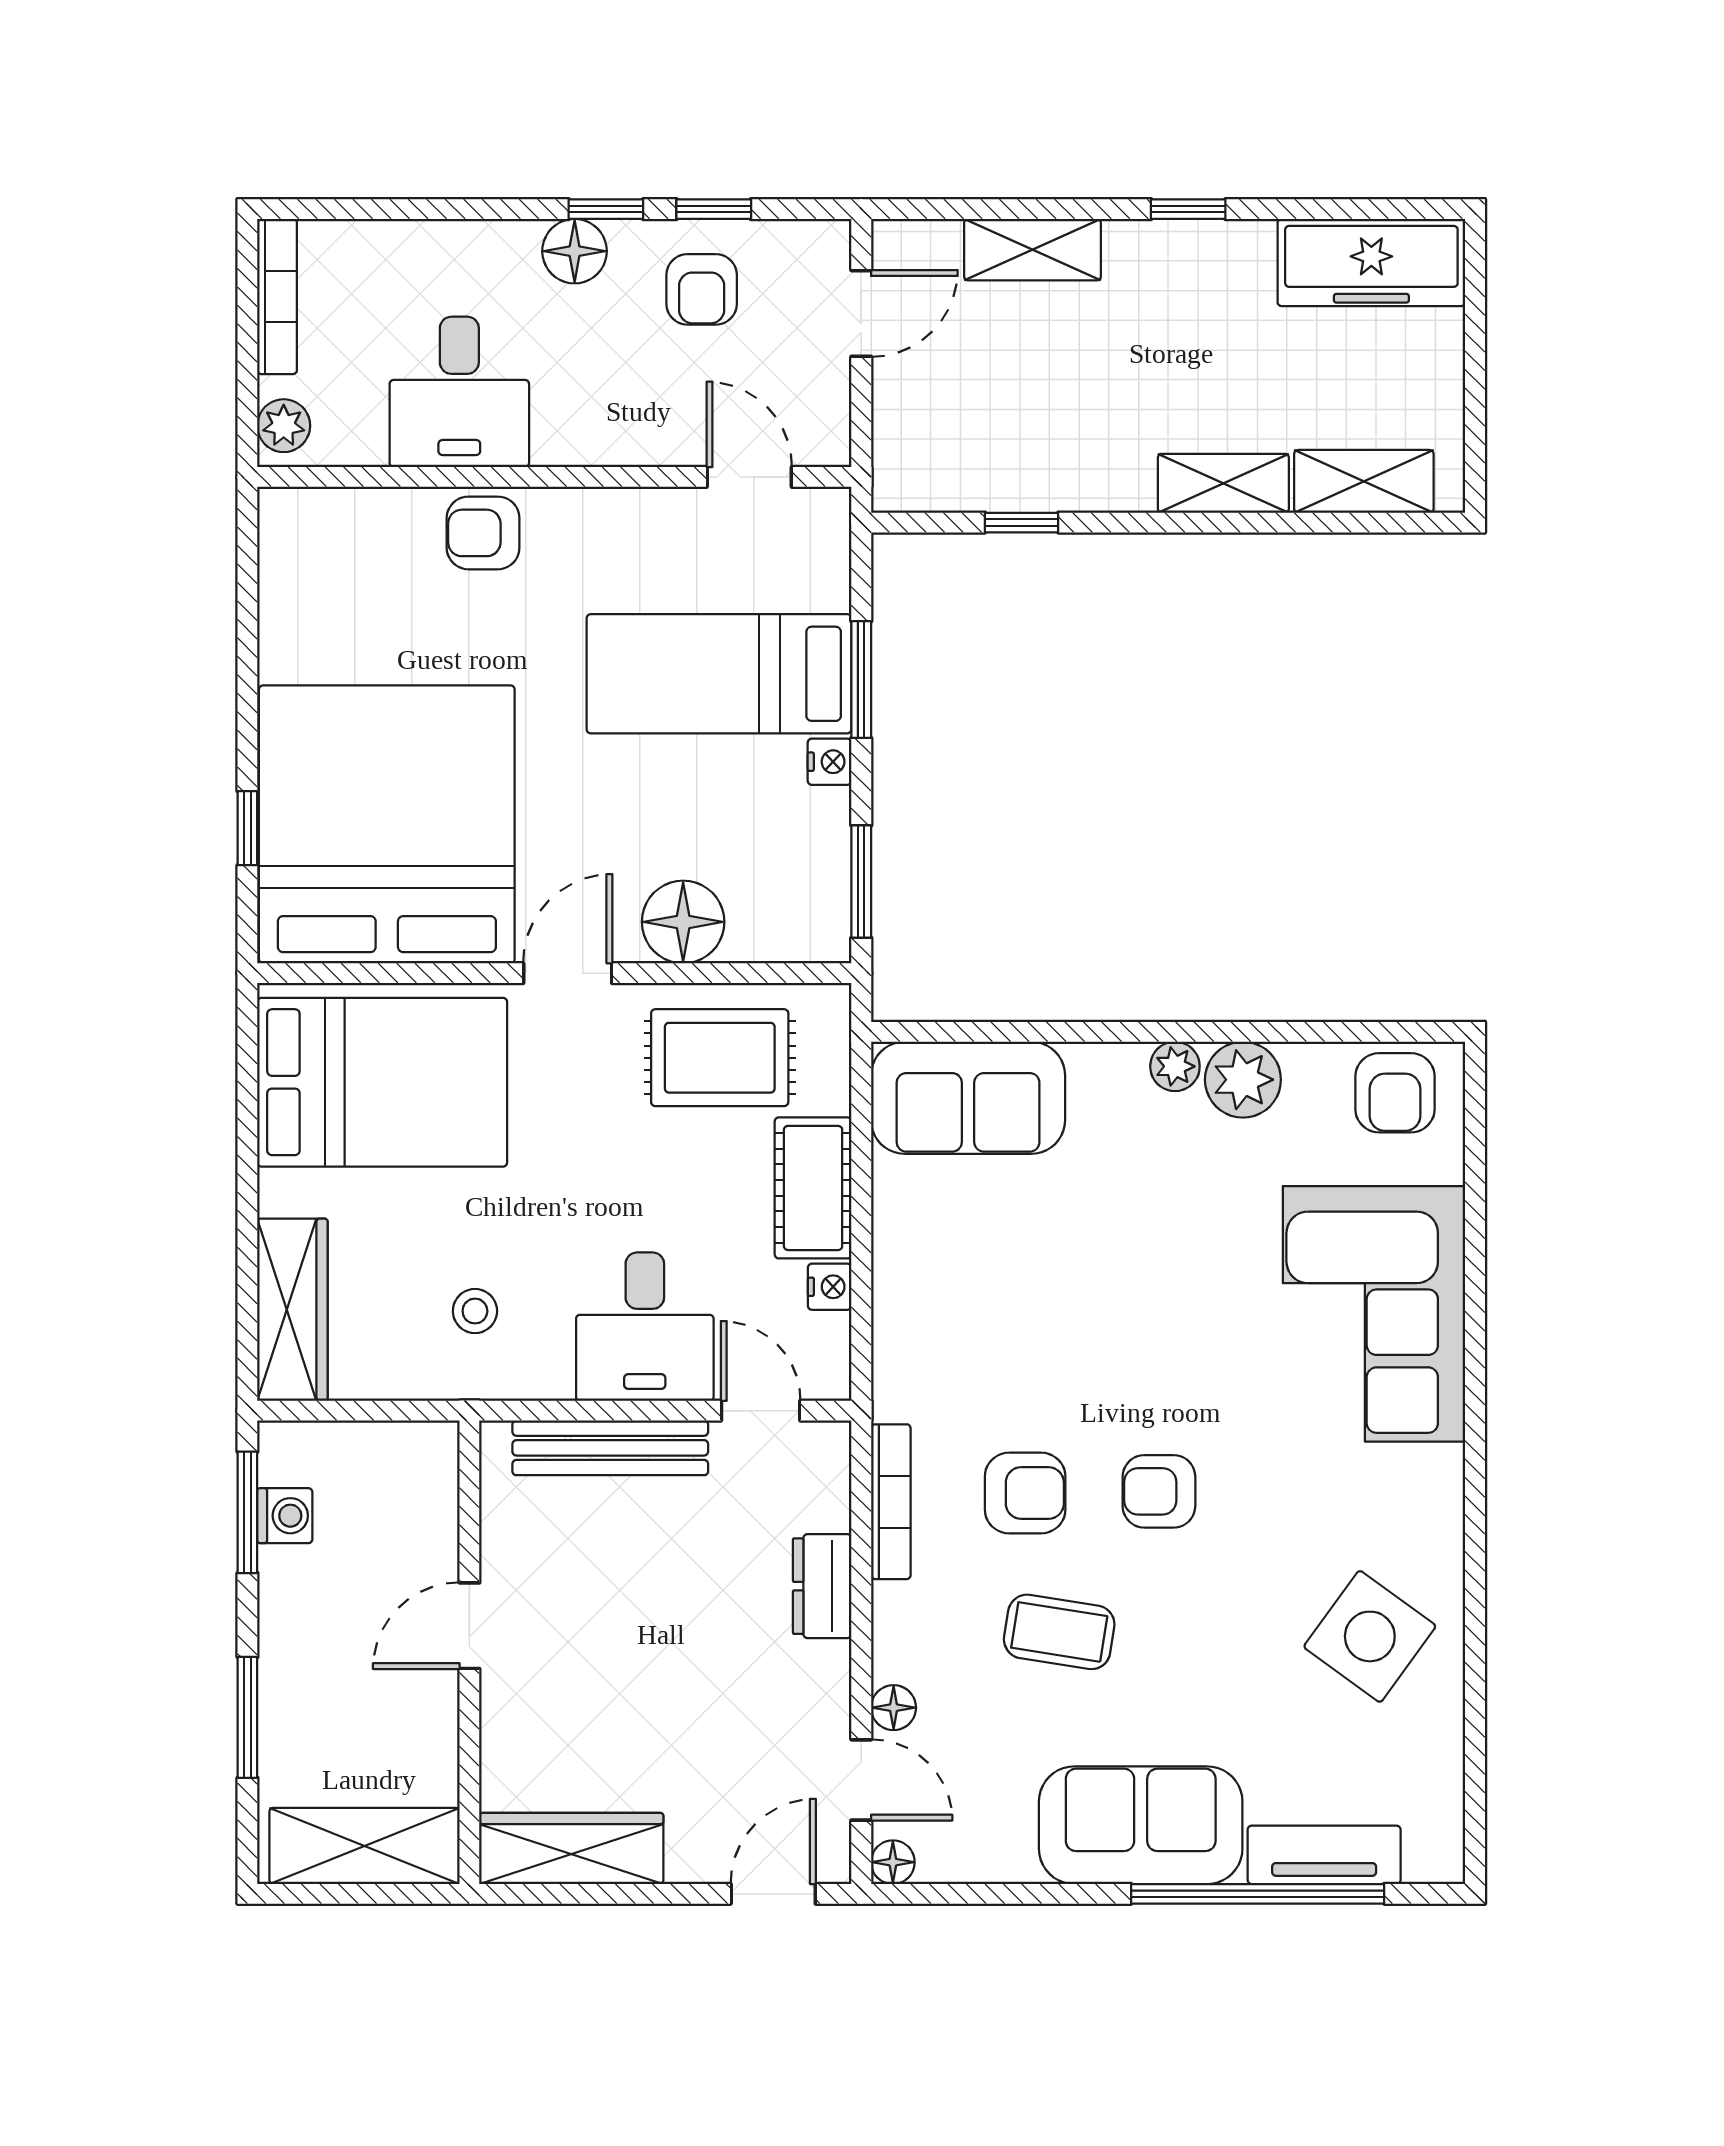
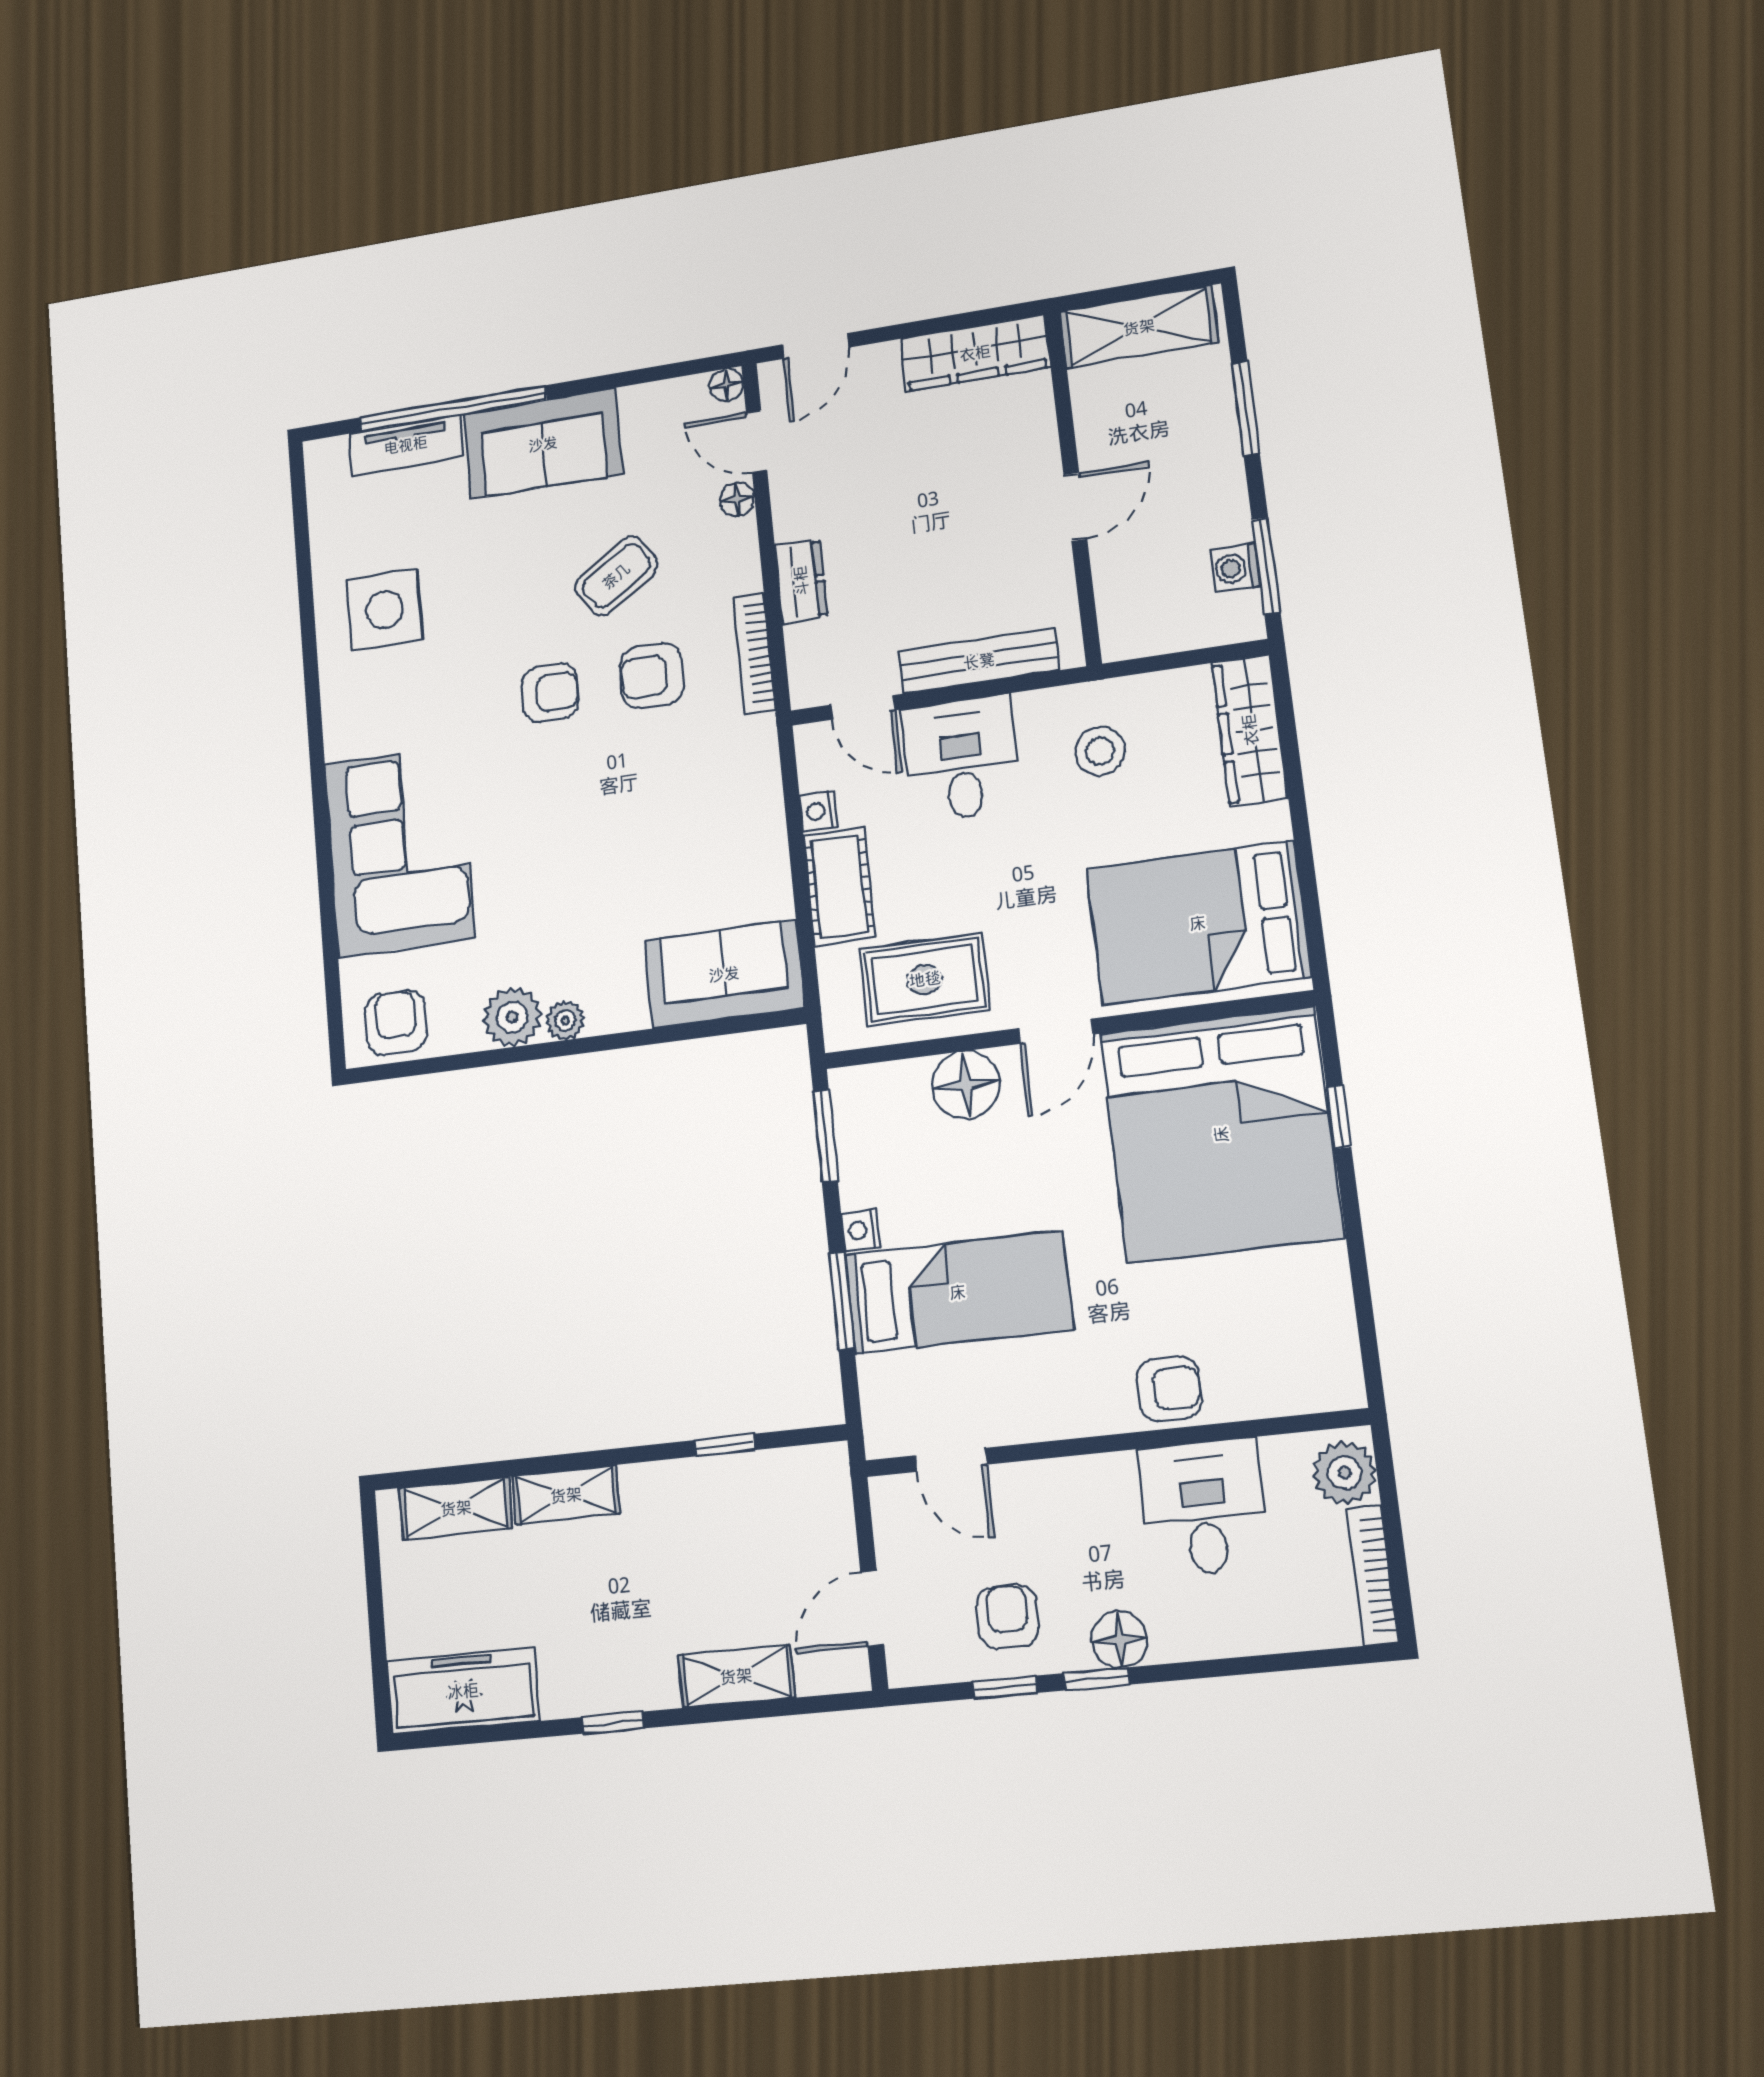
plant: (284, 426) -> (1345, 1473), width x1.38, depth x1.38
stool: (475, 1311) -> (1100, 751), width x1.37, depth x1.37
coffee table: (1059, 1632) -> (616, 576), turned -43
side table: (1370, 1636) -> (385, 610), turned -36

